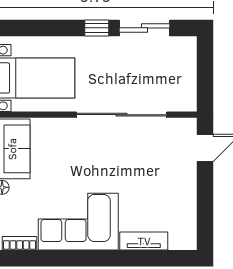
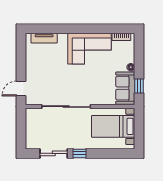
tv unit: (144, 241) -> (44, 38), moved

